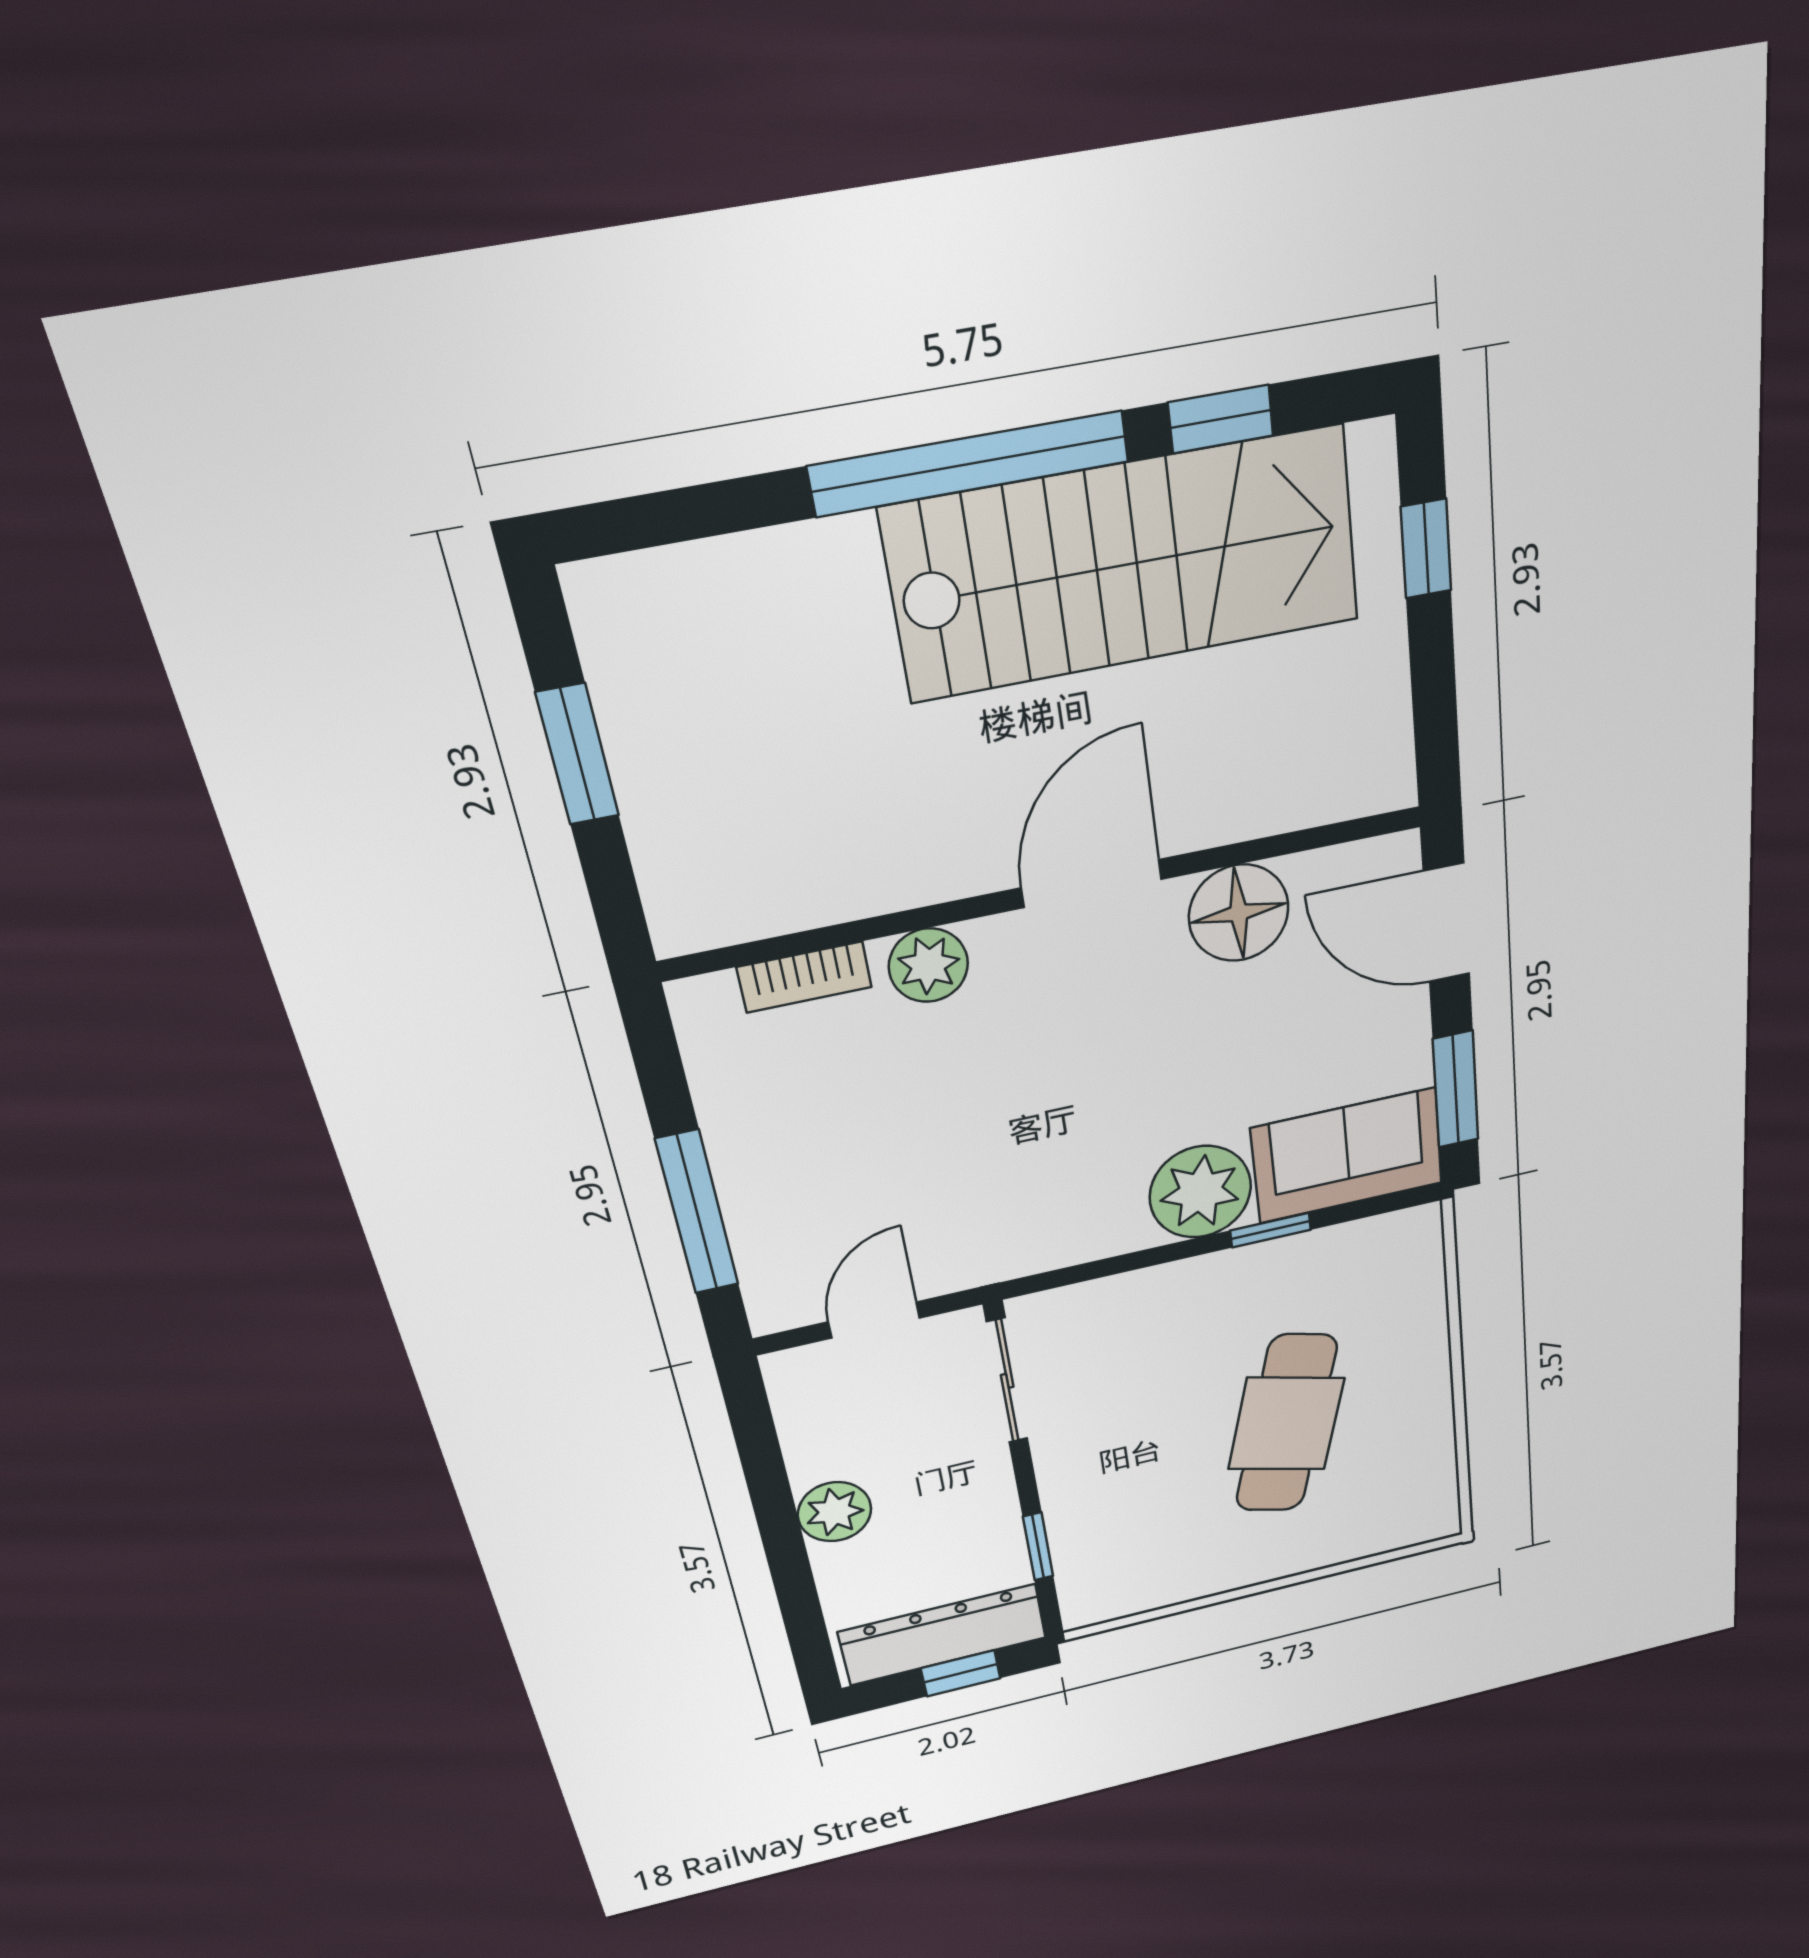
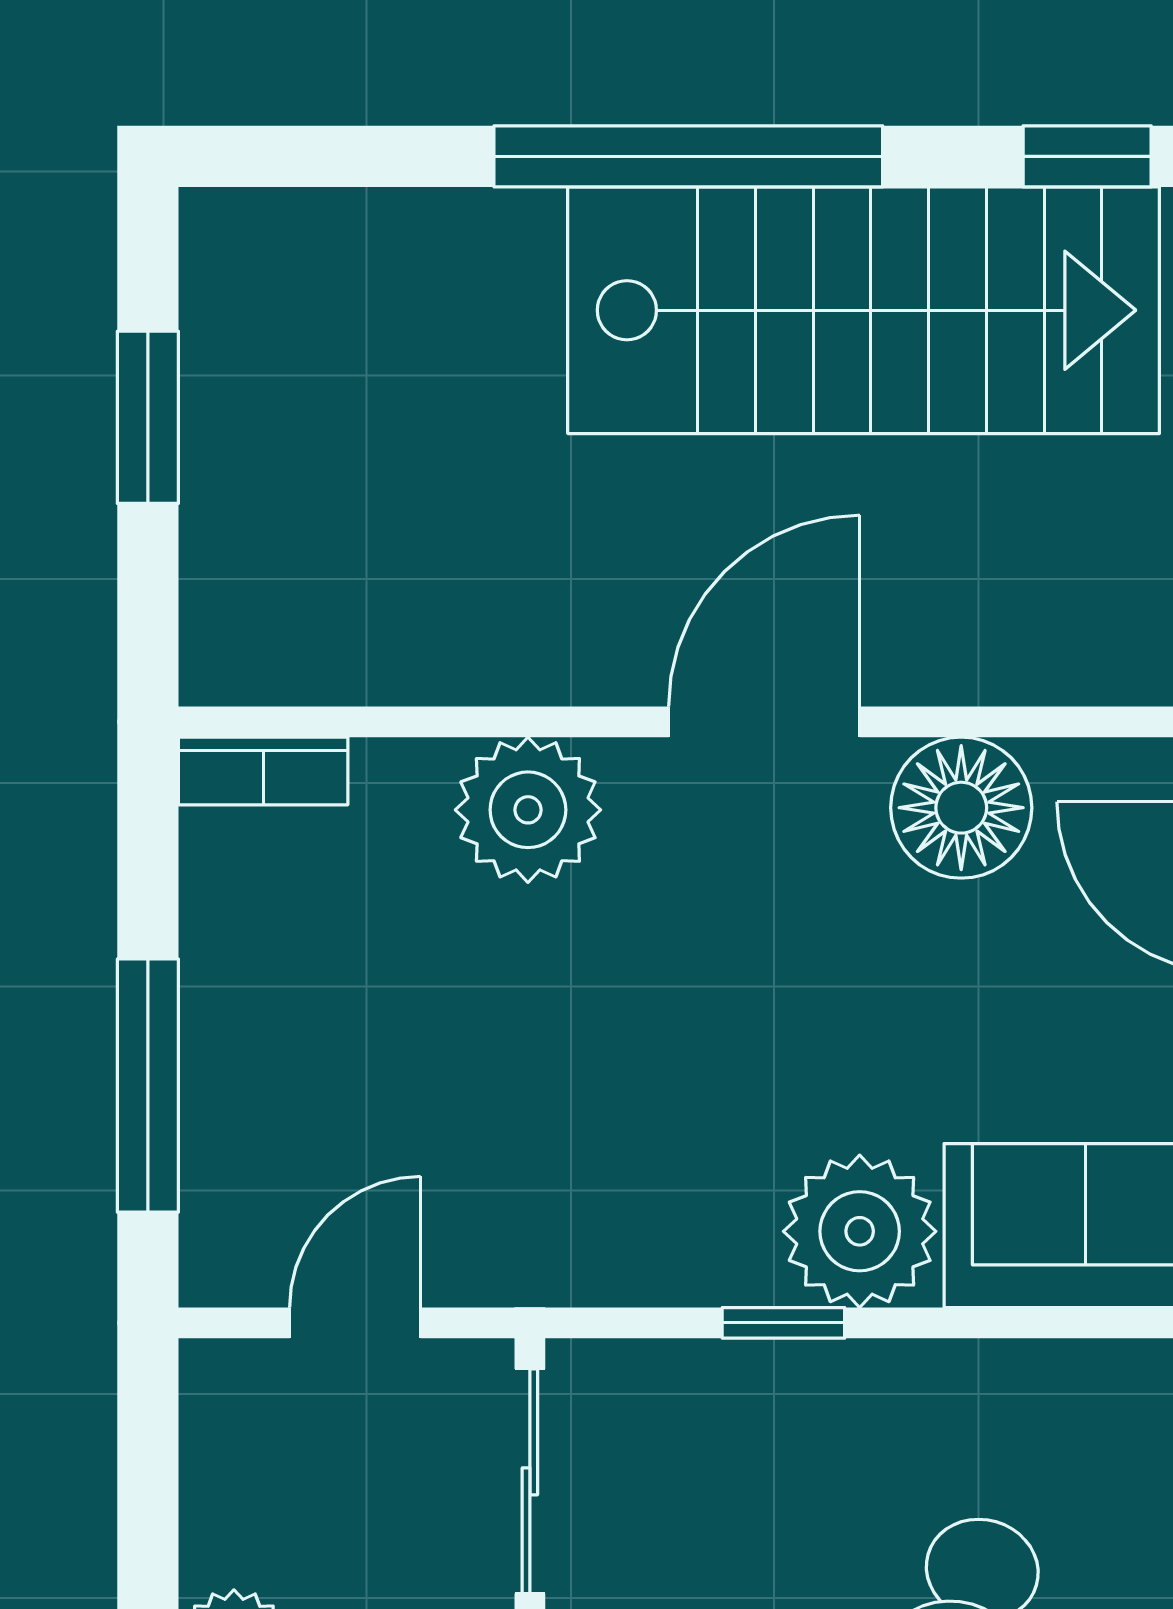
window: (1221, 419) -> (1087, 156), moved
plant: (928, 965) -> (528, 810), width x1.36, depth x1.36
bookcase: (804, 977) -> (263, 771), moved
window: (1271, 1230) -> (783, 1323), moved

